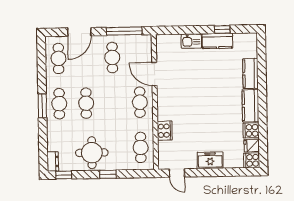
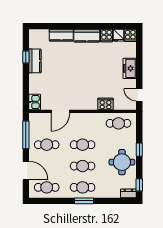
kitchen sink: (191, 41) -> (35, 102), moved
cafe table: (140, 102) -> (83, 145), moved
door: (177, 173) -> (139, 95), swing flipped

